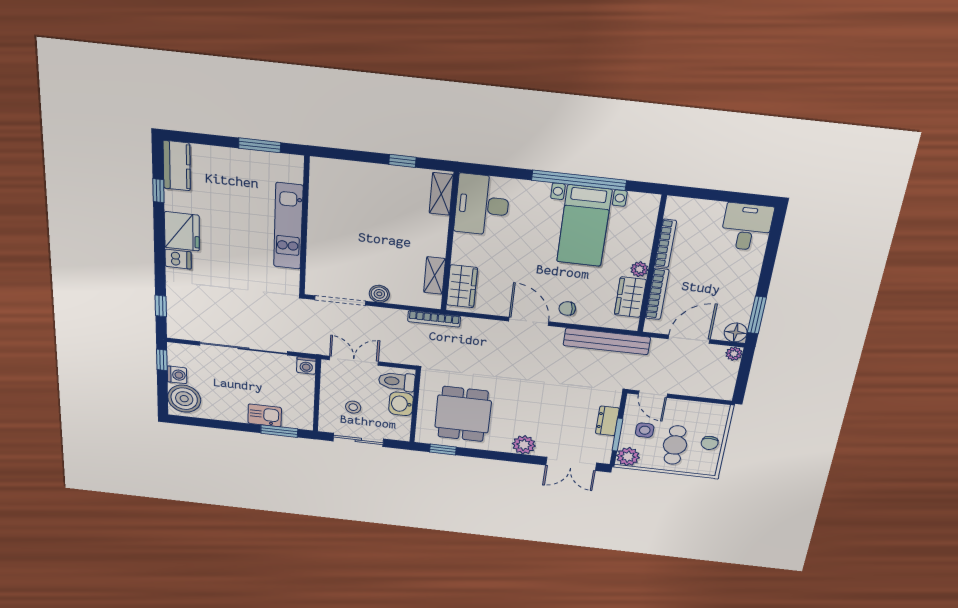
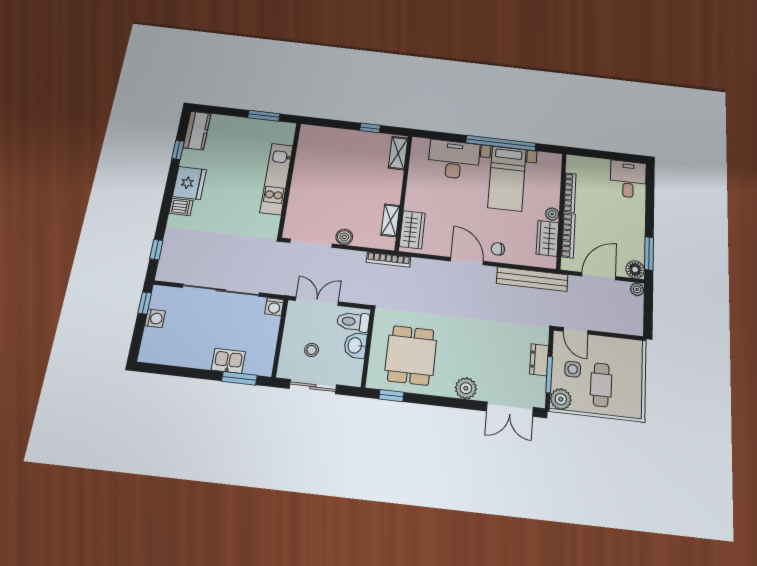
desk: (482, 205) -> (454, 160), moved, turned 90
boiler: (184, 399) -> (156, 344), removed
chair: (710, 443) -> (631, 382), removed

